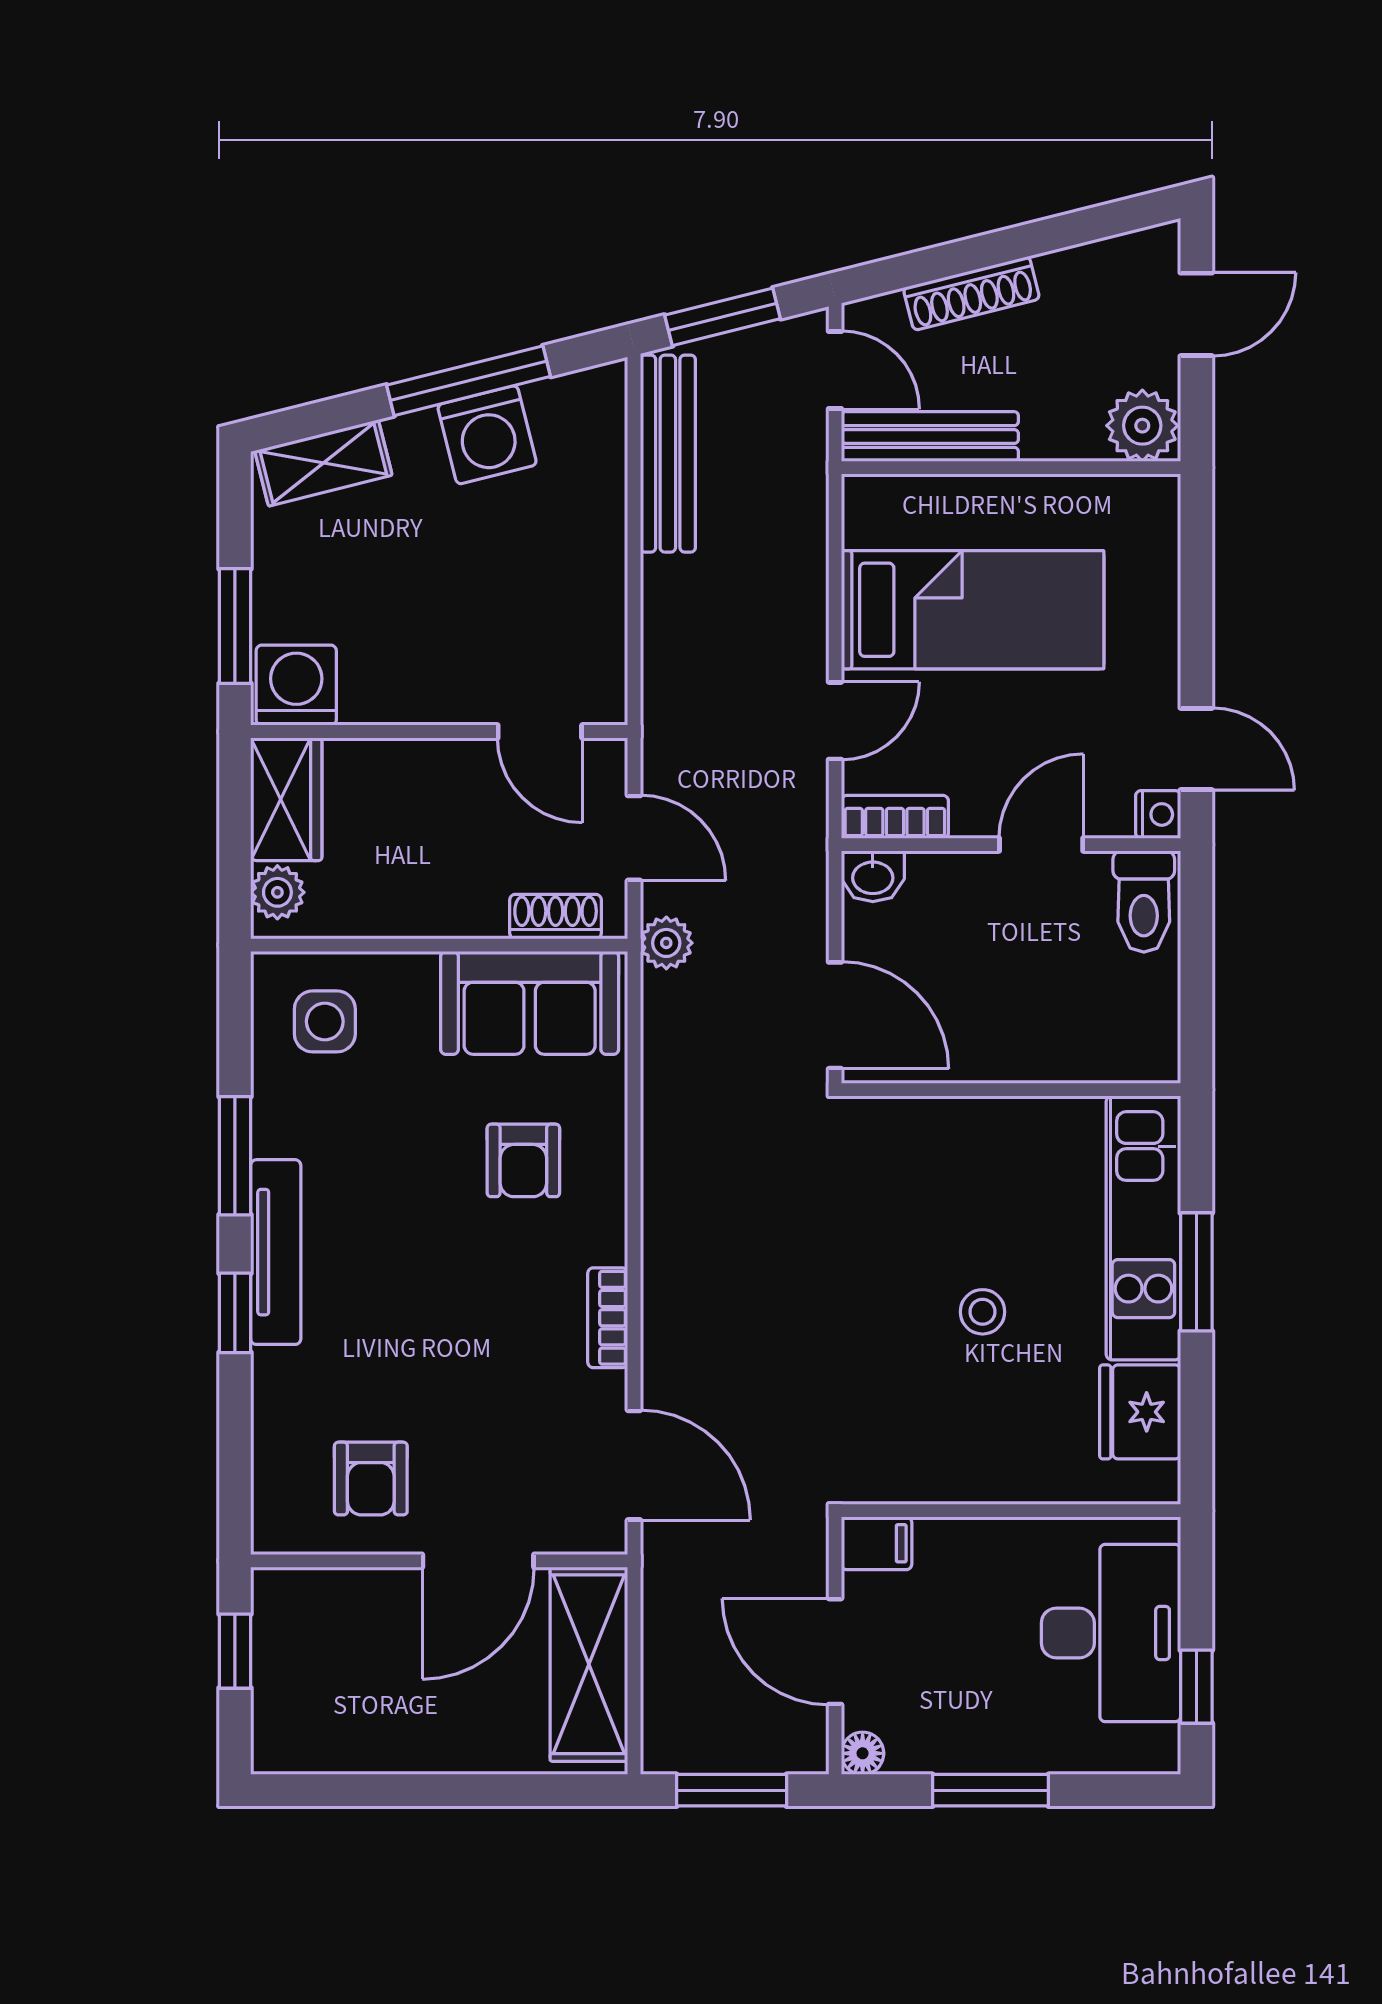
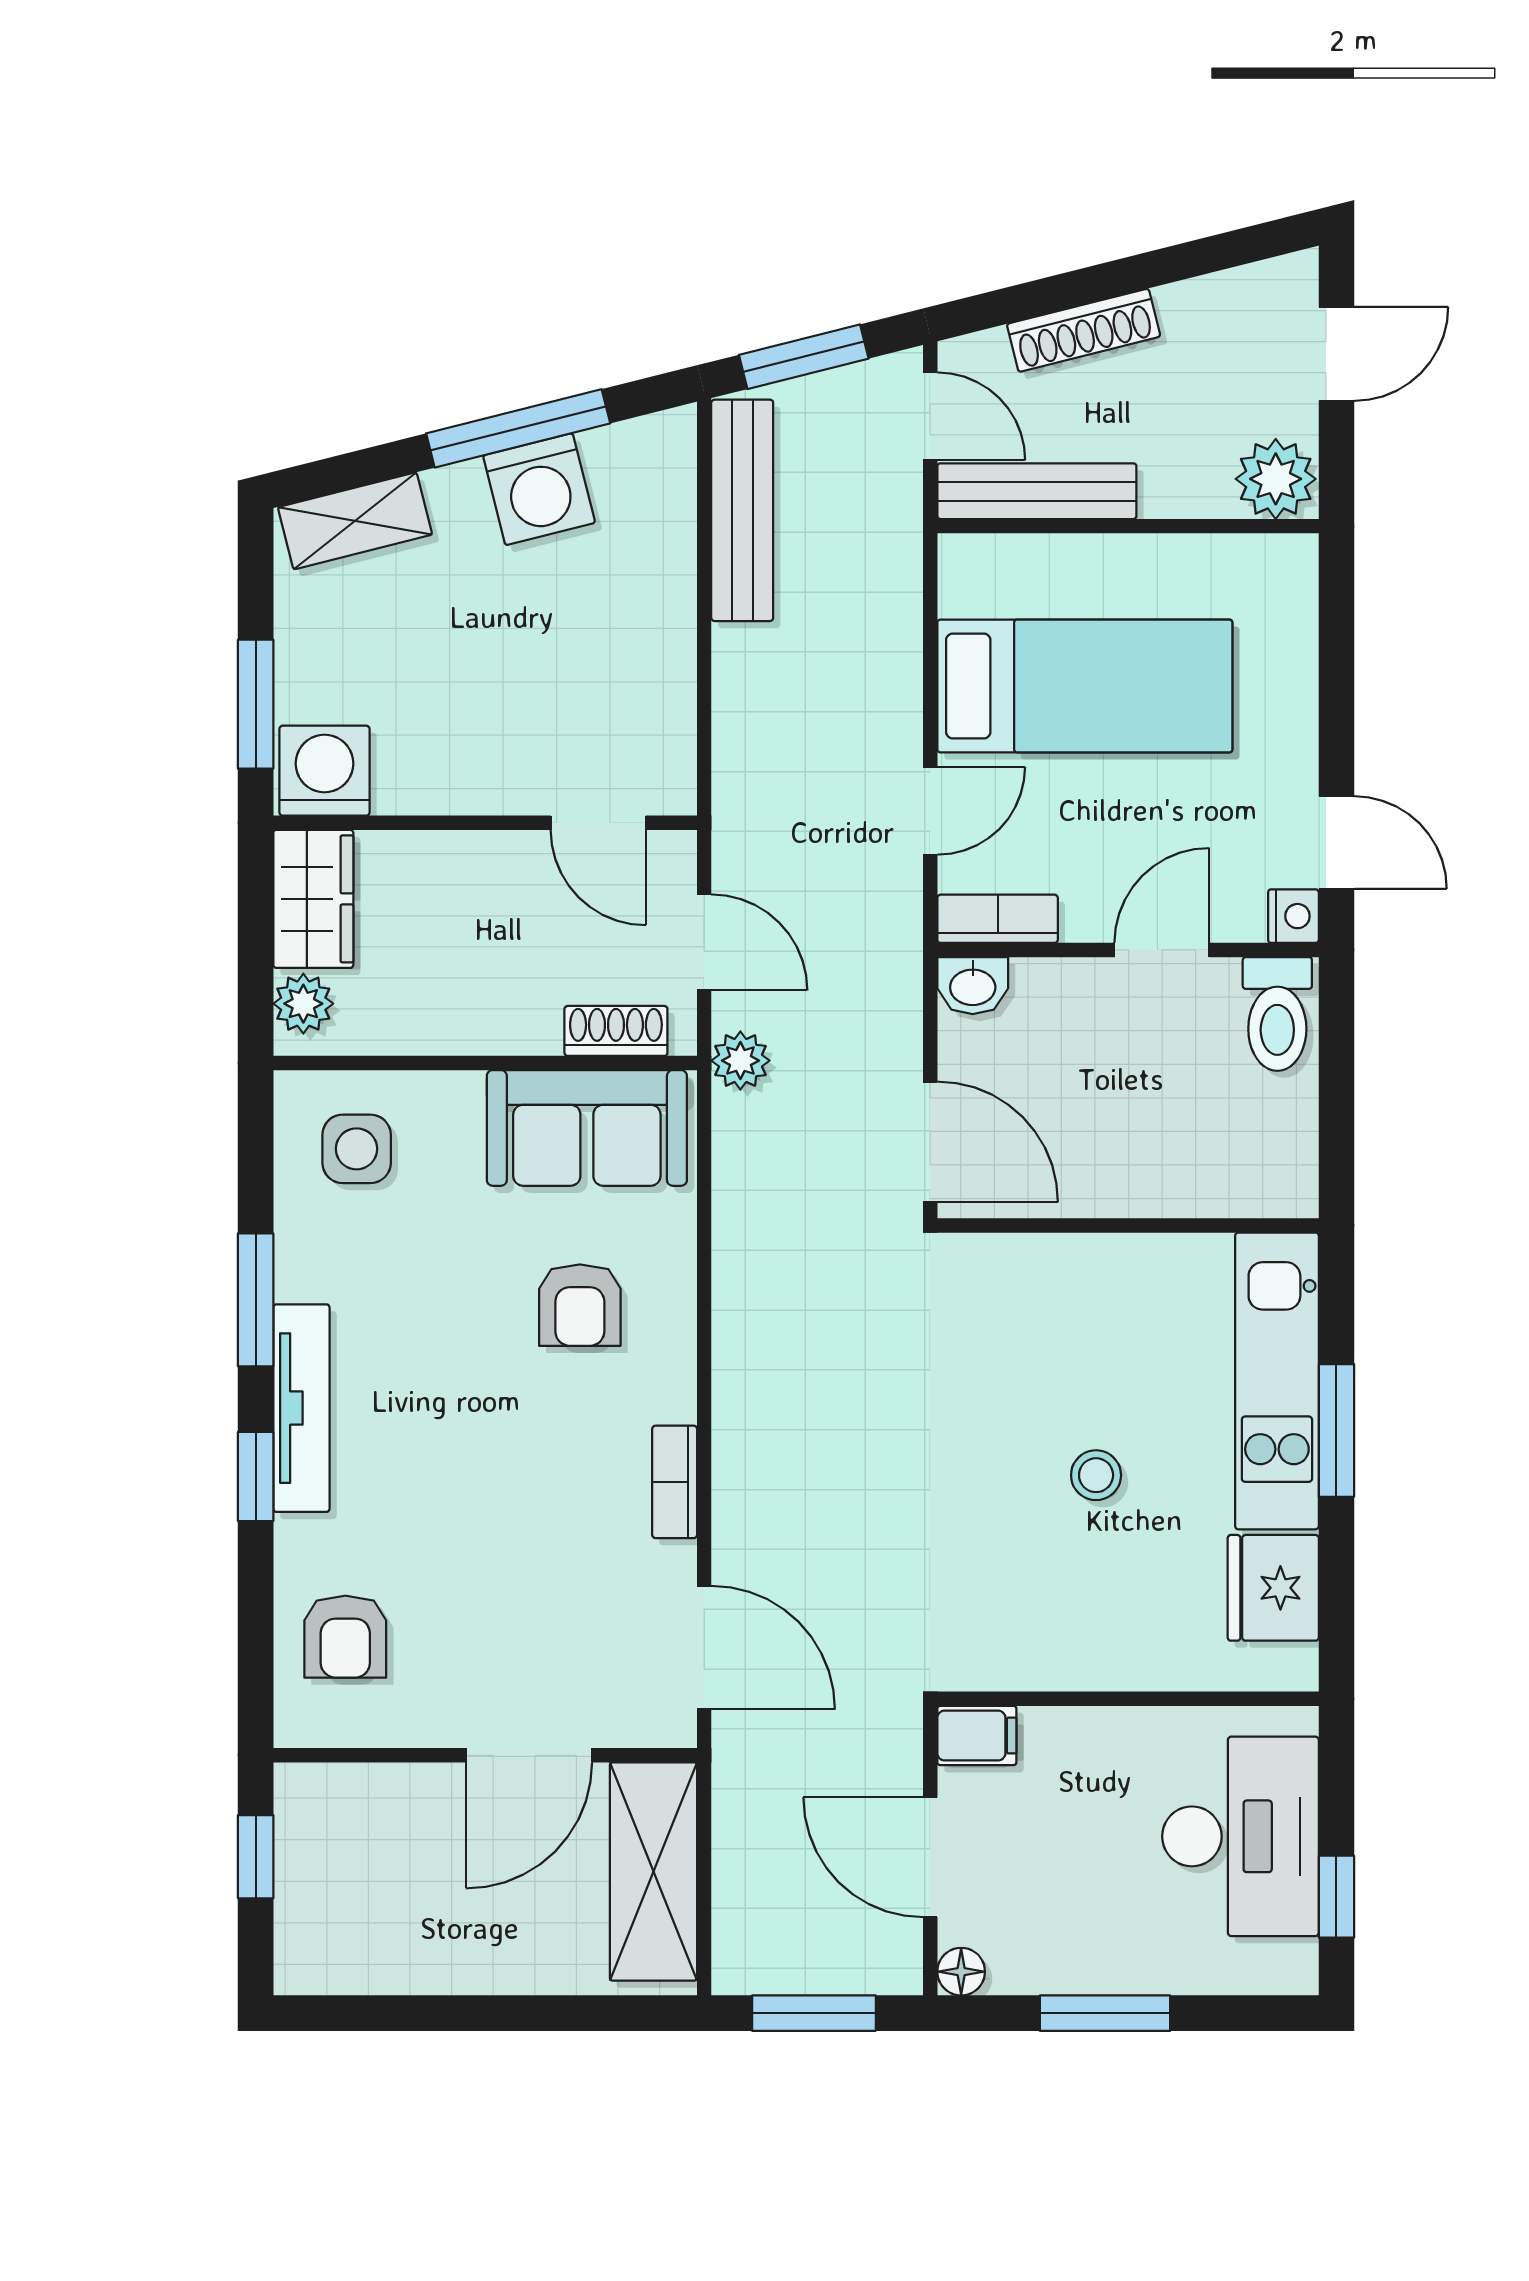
armchair: (371, 1479) -> (345, 1637), moved

